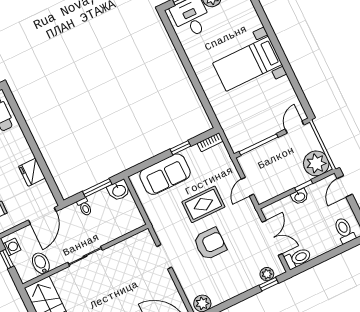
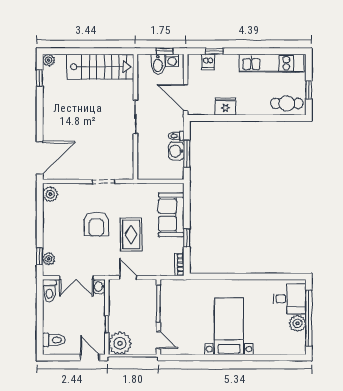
washbasin: (119, 190) -> (176, 151), moved
washbasin: (300, 197) -> (99, 286), moved
bidet: (41, 263) -> (158, 64), moved, turned 90

